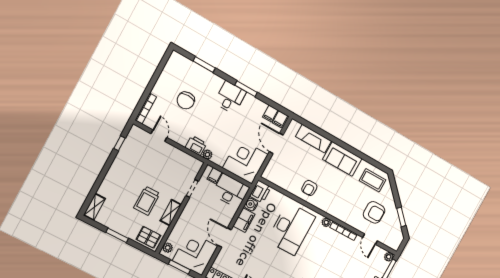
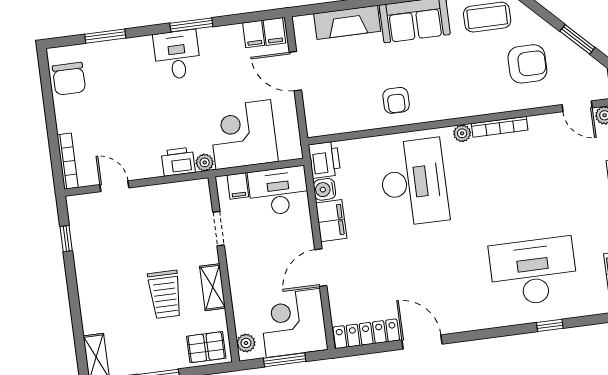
chair: (186, 100) -> (69, 79), moved
corner desk: (245, 161) -> (243, 135), moved
door: (225, 238) -> (321, 268), hinge flipped
door: (370, 239) -> (577, 106), moved

